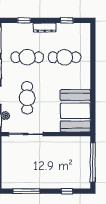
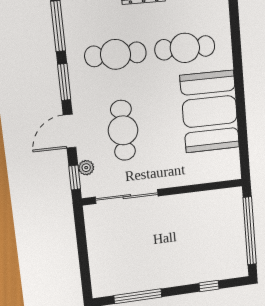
booth: (75, 111) -> (210, 112), moved

